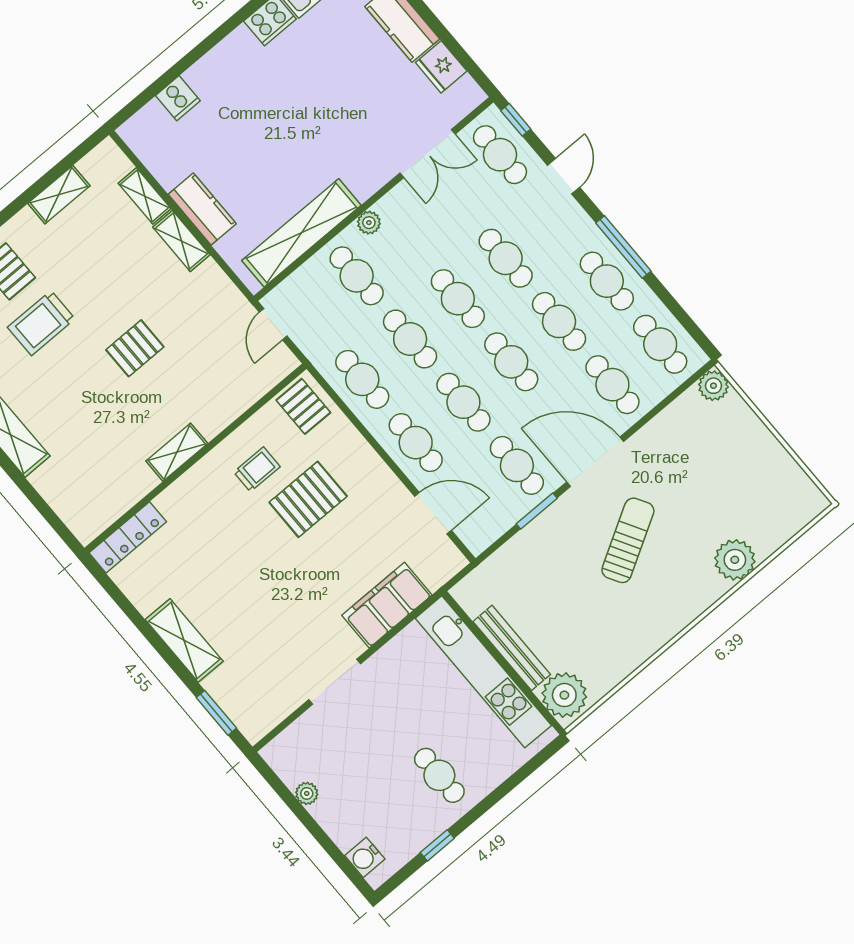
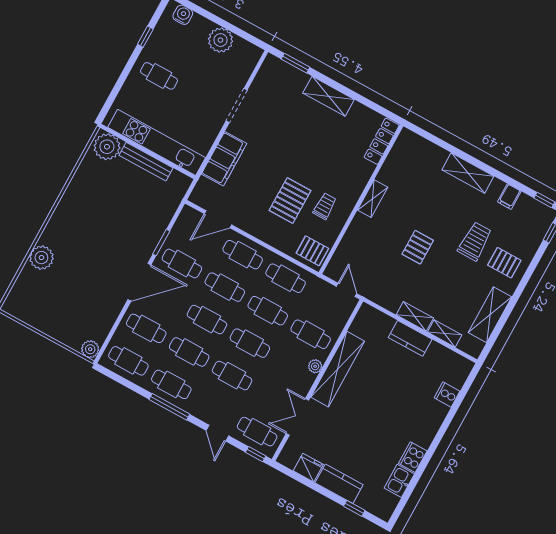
shelving: (59, 195) -> (490, 315), width x1.50, depth x1.33
shelving: (301, 233) -> (338, 369), moved
trolley: (257, 469) -> (325, 206), turned 180
sun lounger: (628, 540) -> (105, 246), removed
plant: (307, 793) -> (221, 40), width x1.88, depth x1.88

